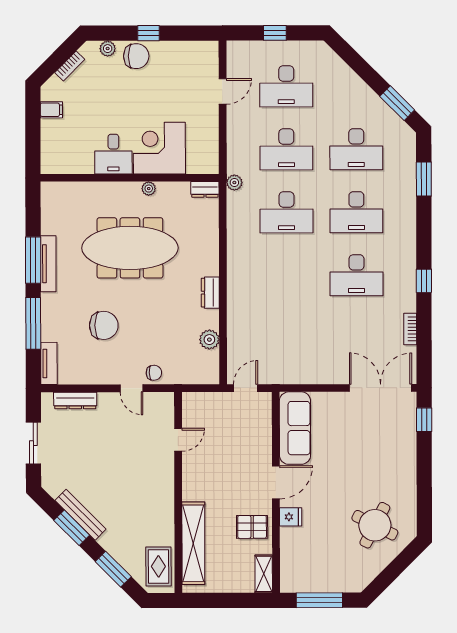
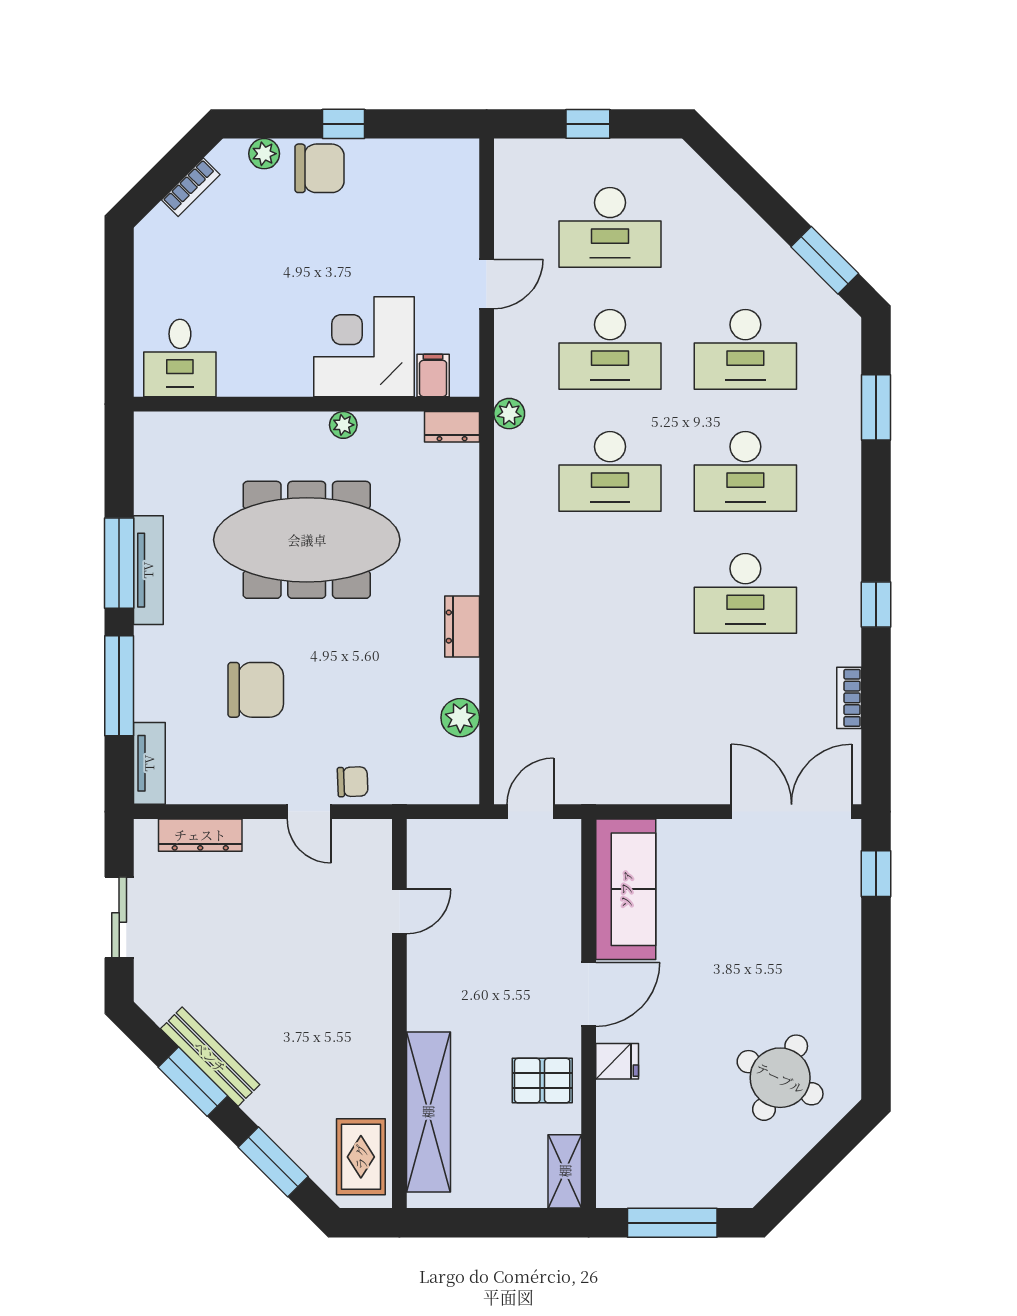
door: (223, 91) -> (487, 284), moved
filing cabinet: (51, 110) -> (433, 376), moved, turned -90
desk: (113, 154) -> (180, 358), moved

